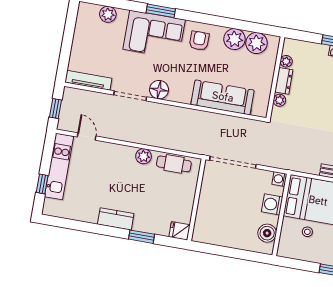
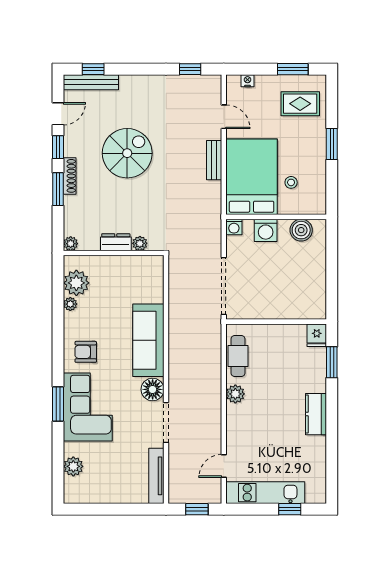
plant: (234, 39) -> (70, 304), width x0.53, depth x0.53
plant: (286, 61) -> (71, 244), moved
sofa: (223, 97) -> (148, 340), moved
window: (141, 237) -> (332, 362), moved

